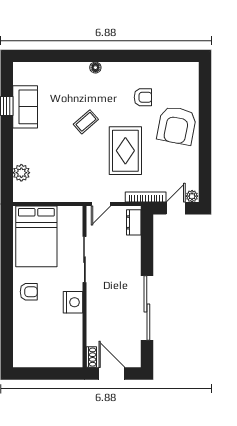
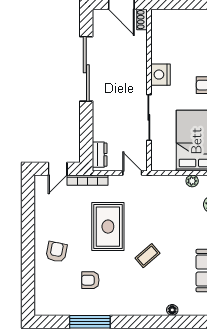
window: (143, 56) -> (90, 322), added
floor lamp: (95, 68) -> (172, 310), moved
armchair: (177, 125) -> (56, 252), width x0.53, depth x0.53
plant: (192, 196) -> (192, 181), moved
door: (101, 204) -> (132, 173), hinge flipped

